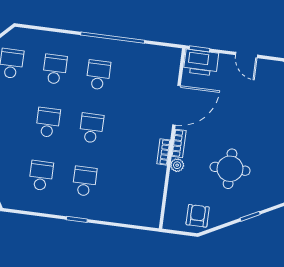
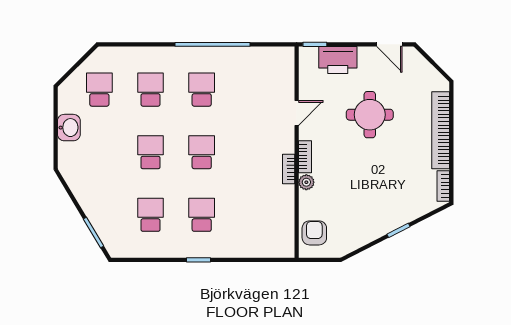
door: (246, 55) -> (389, 44), moved
printer: (201, 63) -> (338, 60), moved
door: (176, 105) -> (297, 113), width x0.53
round table: (230, 169) -> (370, 115), moved
armchair: (198, 216) -> (314, 233), moved

